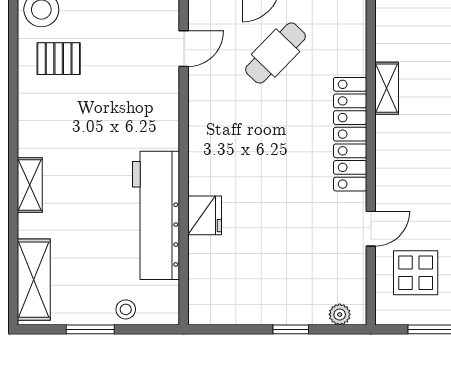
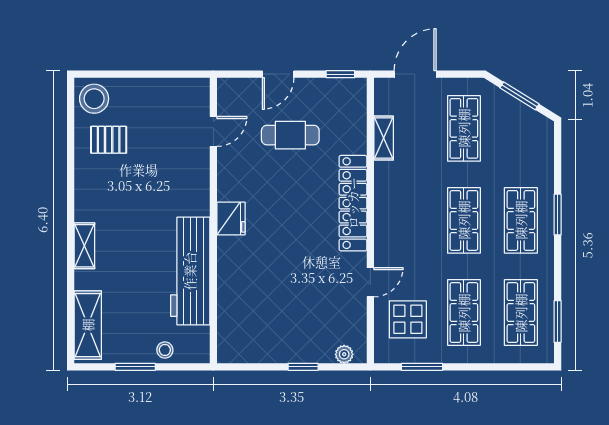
cafe table: (275, 53) -> (290, 135), turned 46
shelving: (387, 88) -> (384, 138), moved
fridge: (205, 215) -> (231, 218), moved

